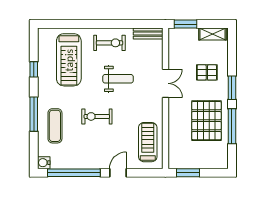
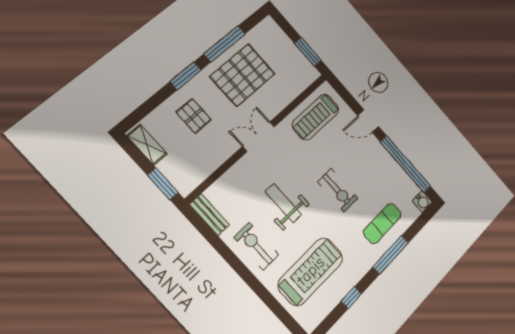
double door: (165, 83) -> (259, 137), moved

